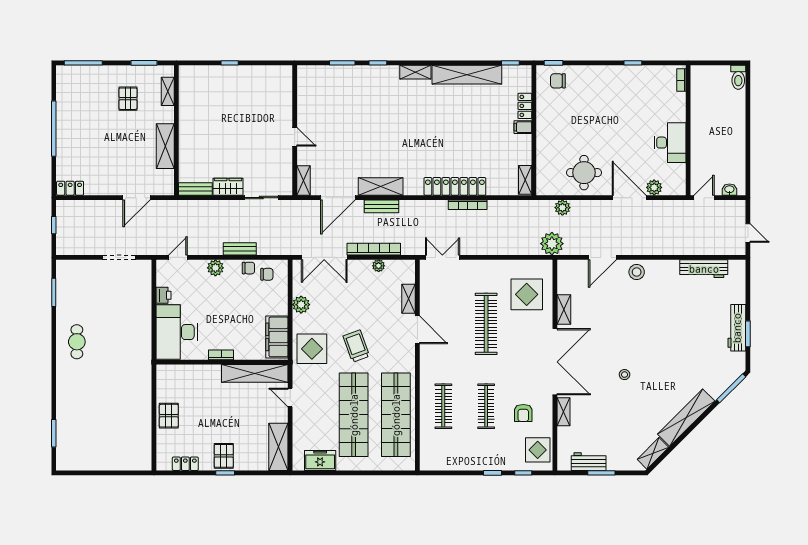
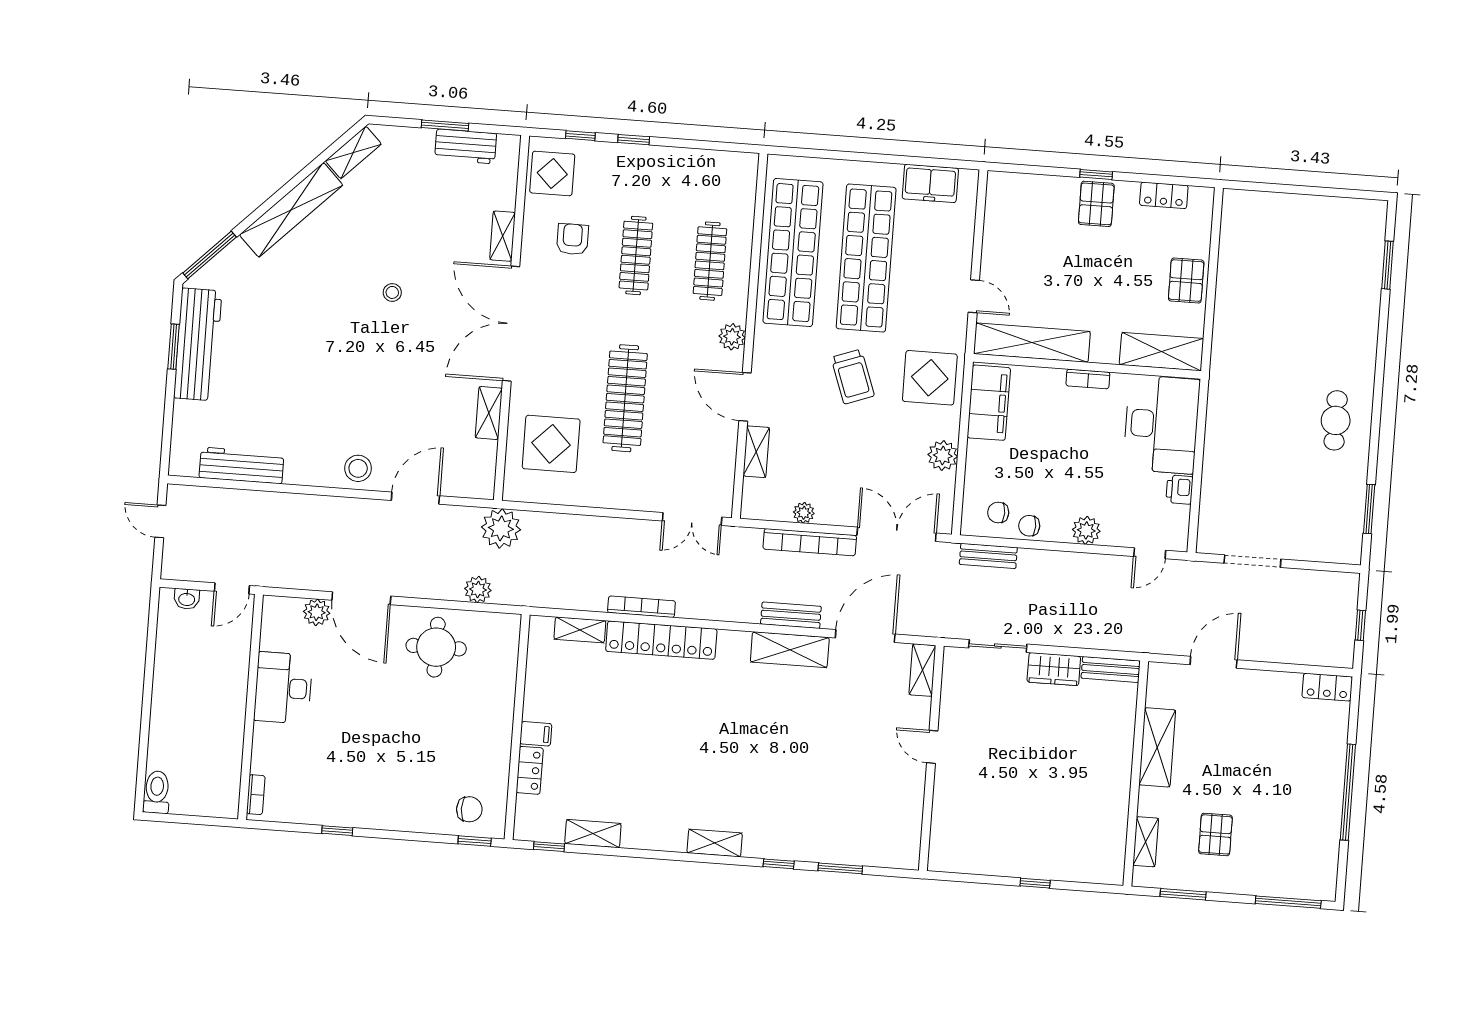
shelving: (467, 75) -> (593, 834), width x0.45, depth x0.75
shelving: (525, 180) -> (580, 630), moved, turned 90
bench: (240, 249) -> (988, 556), moved
workbench: (737, 328) -> (198, 344), width x1.36, depth x1.32
plant: (427, 364) -> (732, 337), added
shelving: (278, 447) -> (1161, 352), moved, turned 90

